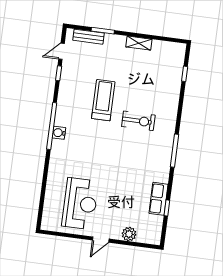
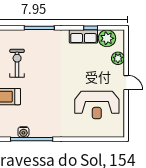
water cooler: (59, 133) -> (23, 132), moved
reception desk: (80, 204) -> (97, 105), turned 180
plant: (153, 225) -> (107, 38), added

